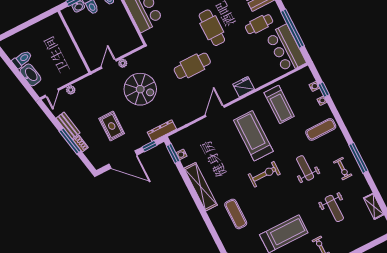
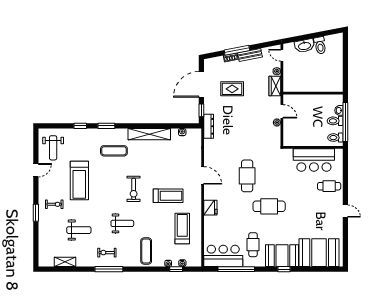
wardrobe: (87, 84) -> (275, 86), added
spiral stairs: (140, 89) -> (250, 126), removed
treadmill: (279, 105) -> (182, 228), turned 90
treadmill: (253, 136) -> (168, 196), width x0.73, depth x0.73
window: (173, 153) -> (106, 126), moved
weight bench: (334, 208) -> (79, 230), turned 180

